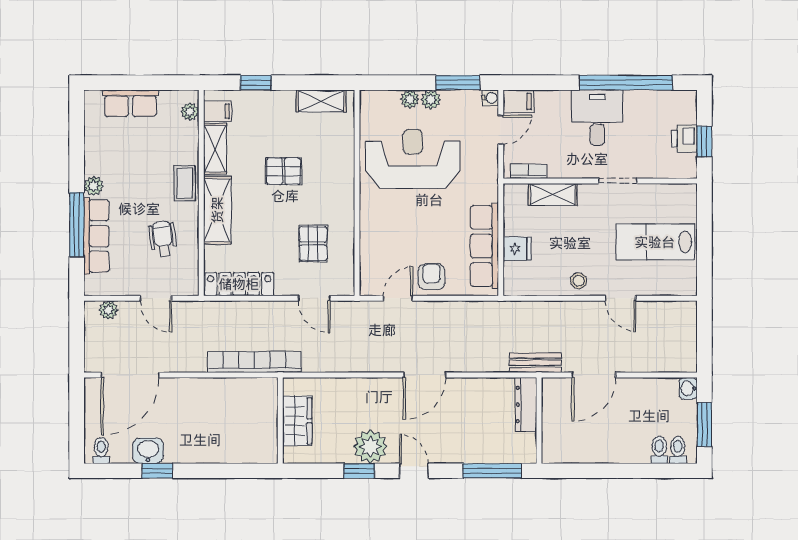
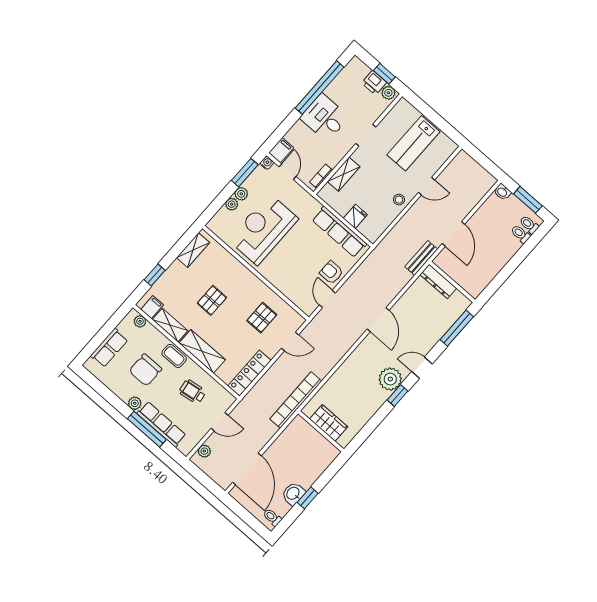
chair: (141, 165) -> (145, 370), added
plant: (687, 165) -> (388, 93), added
pallet: (313, 243) -> (262, 318), turned 90
wall: (280, 420) -> (321, 431), moved
wardrobe: (297, 421) -> (329, 423), moved

